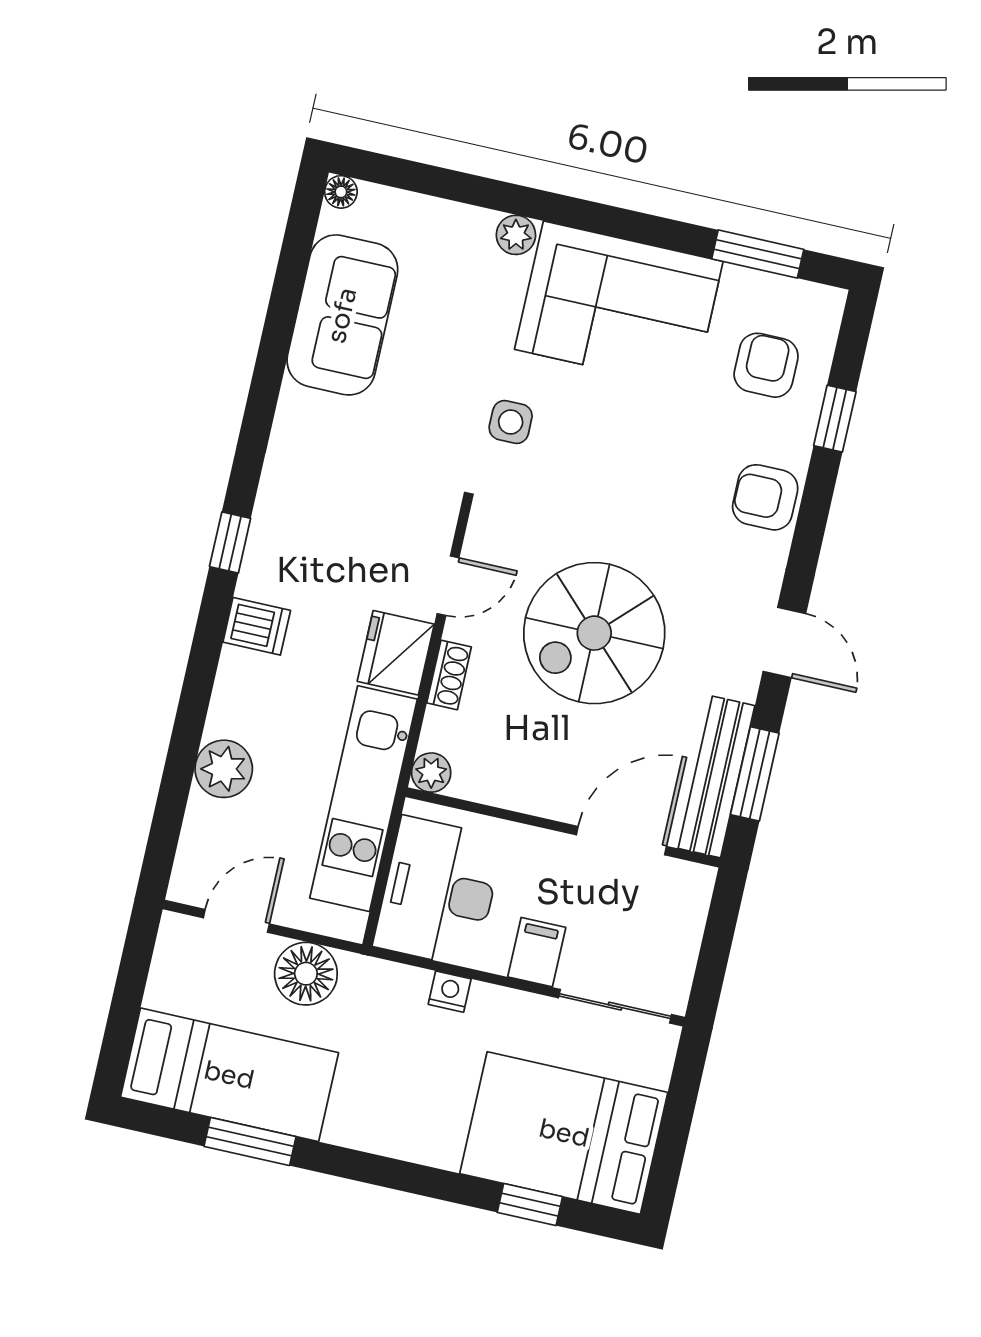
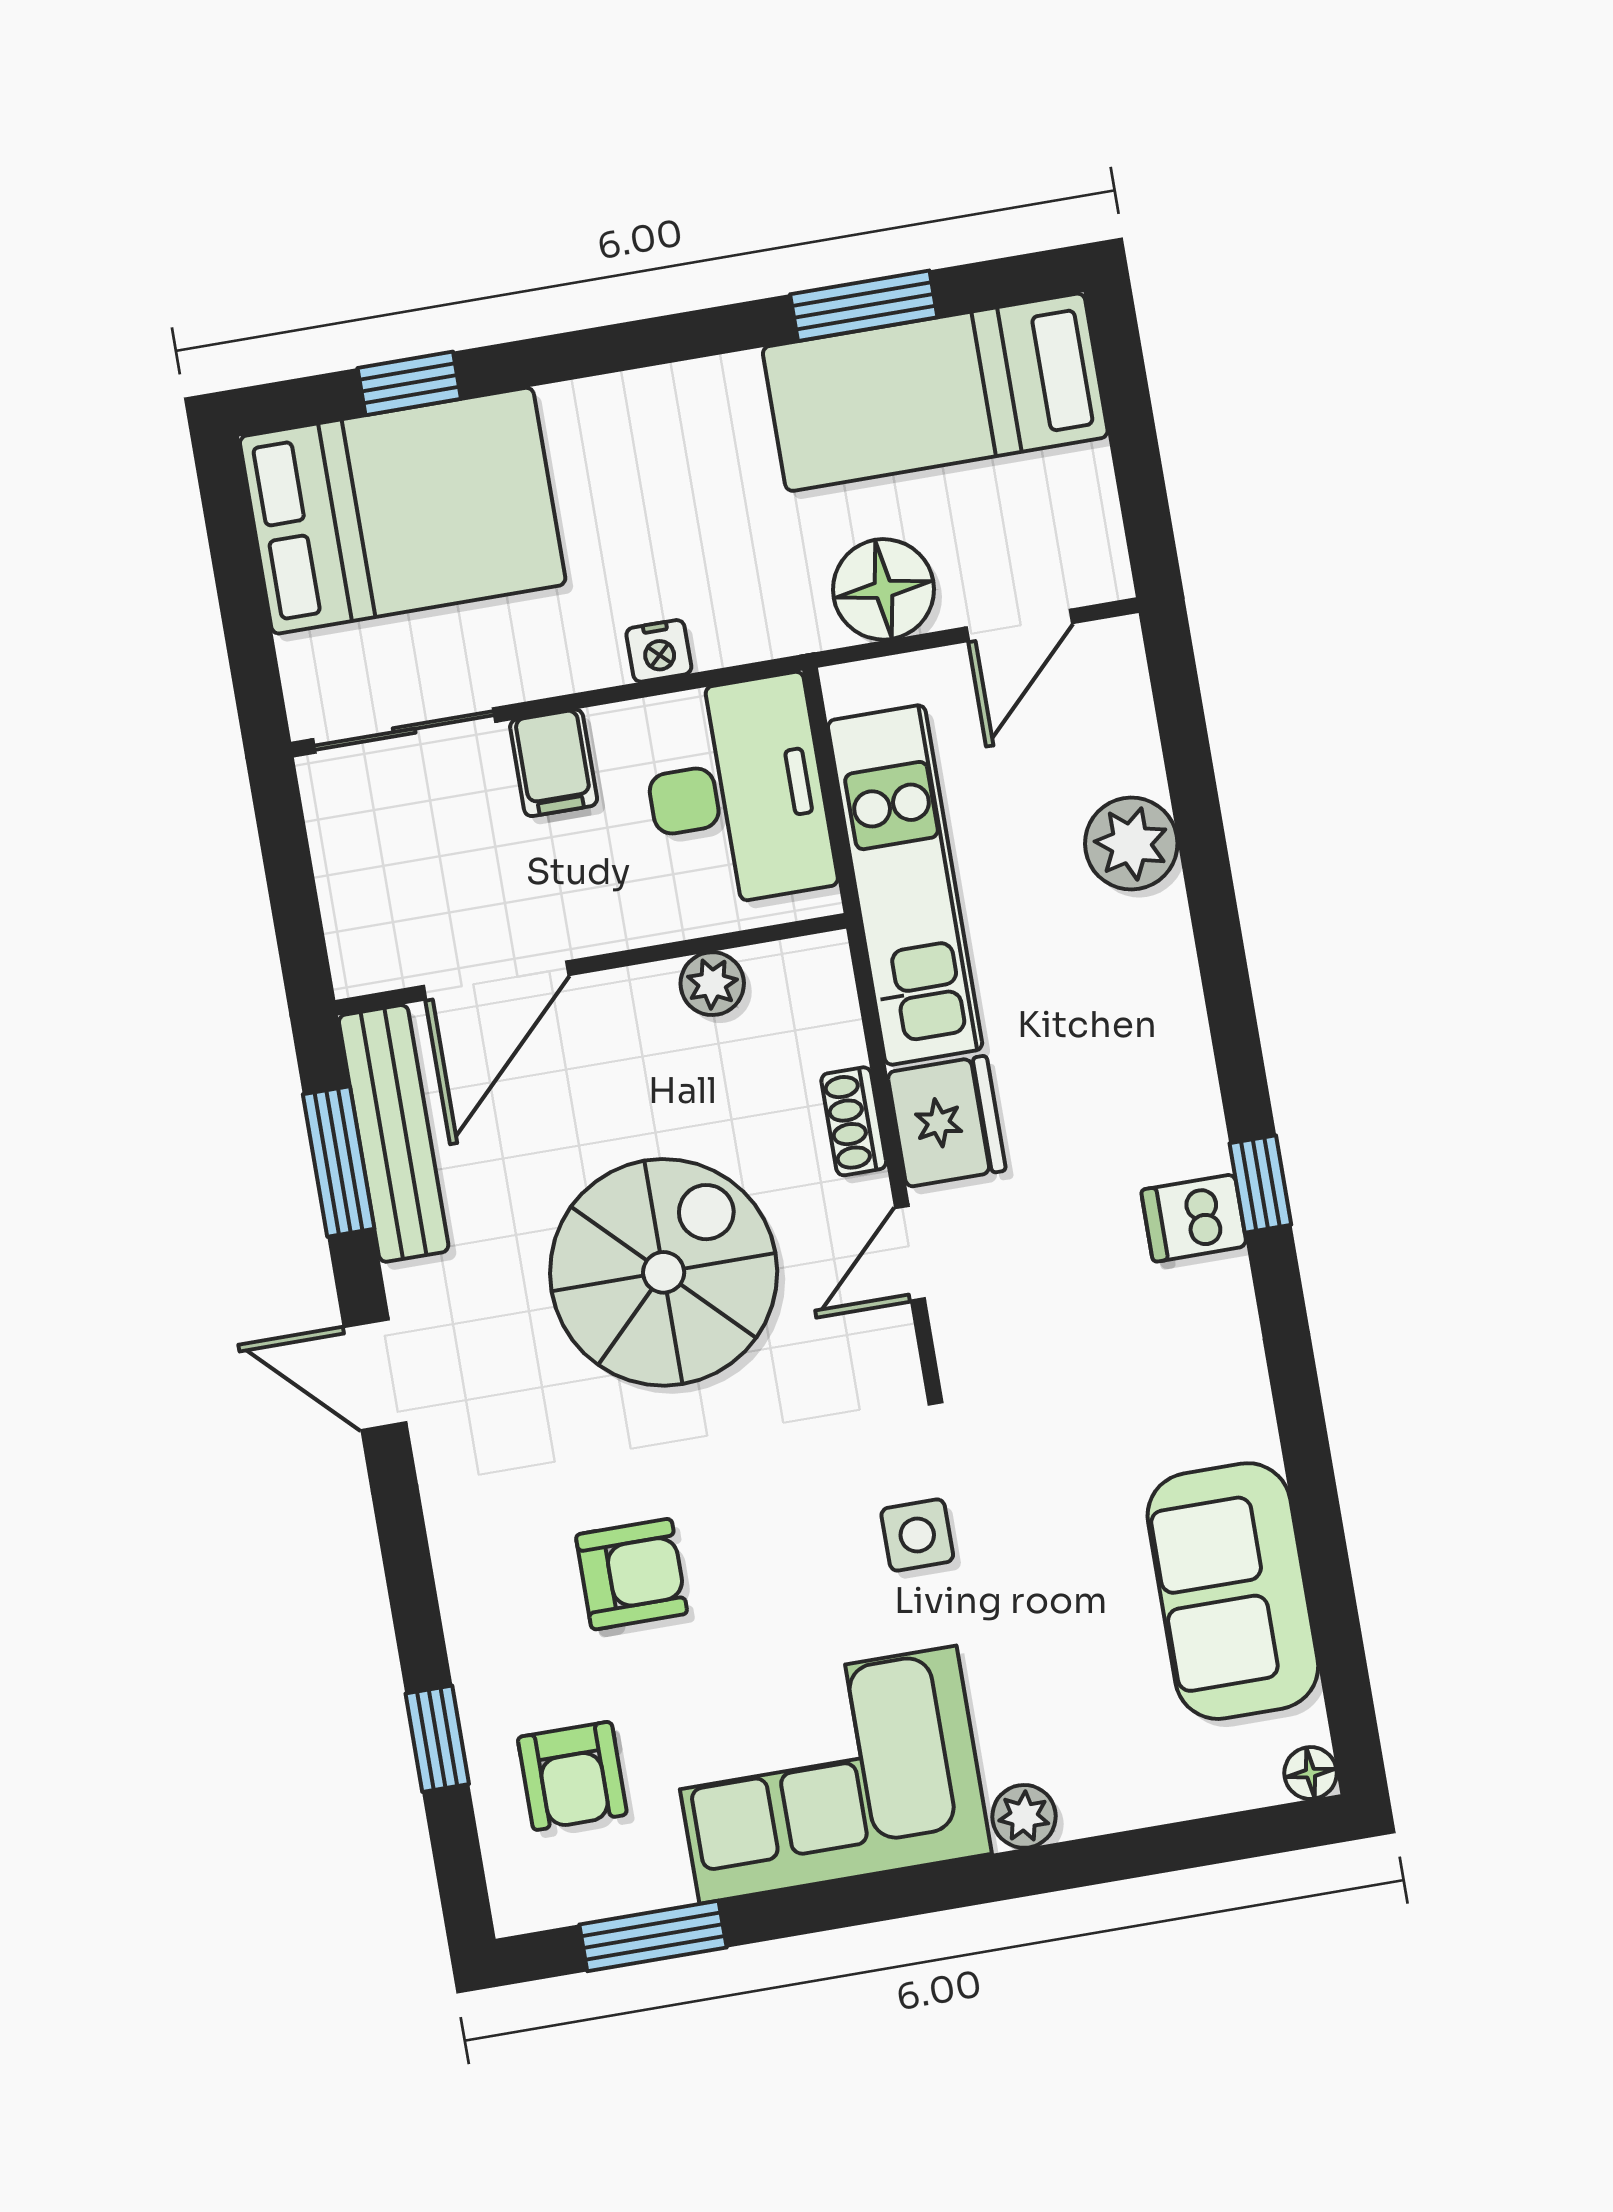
armchair: (765, 497) -> (632, 1574), moved
dishwasher: (257, 626) -> (1194, 1218), moved
plant: (431, 773) -> (712, 984), moved

